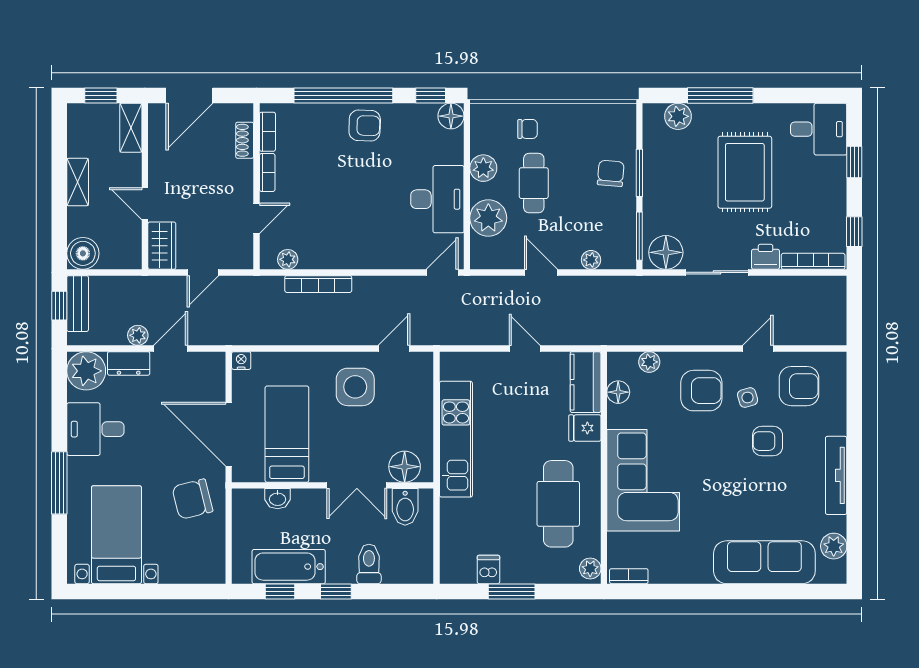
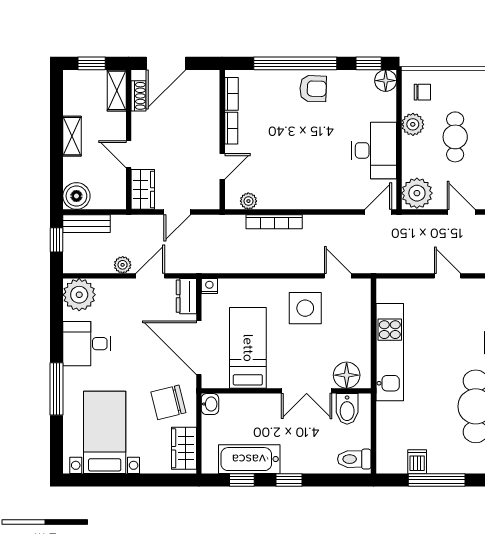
chair: (528, 129) -> (422, 92), moved
shoe rack: (245, 140) -> (139, 96), moved, turned 180
plant: (488, 218) -> (417, 193), moved
bench: (78, 304) -> (87, 224), moved, turned 90
door: (394, 349) -> (338, 276), hinge flipped
dresser: (129, 363) -> (186, 296), moved, turned 90
washbasin: (278, 499) -> (210, 404), moved, turned -90
wardrobe: (211, 554) -> (184, 448), added
toilet: (369, 564) -> (354, 459), moved, turned -90
window: (512, 591) -> (437, 480), width x1.44

